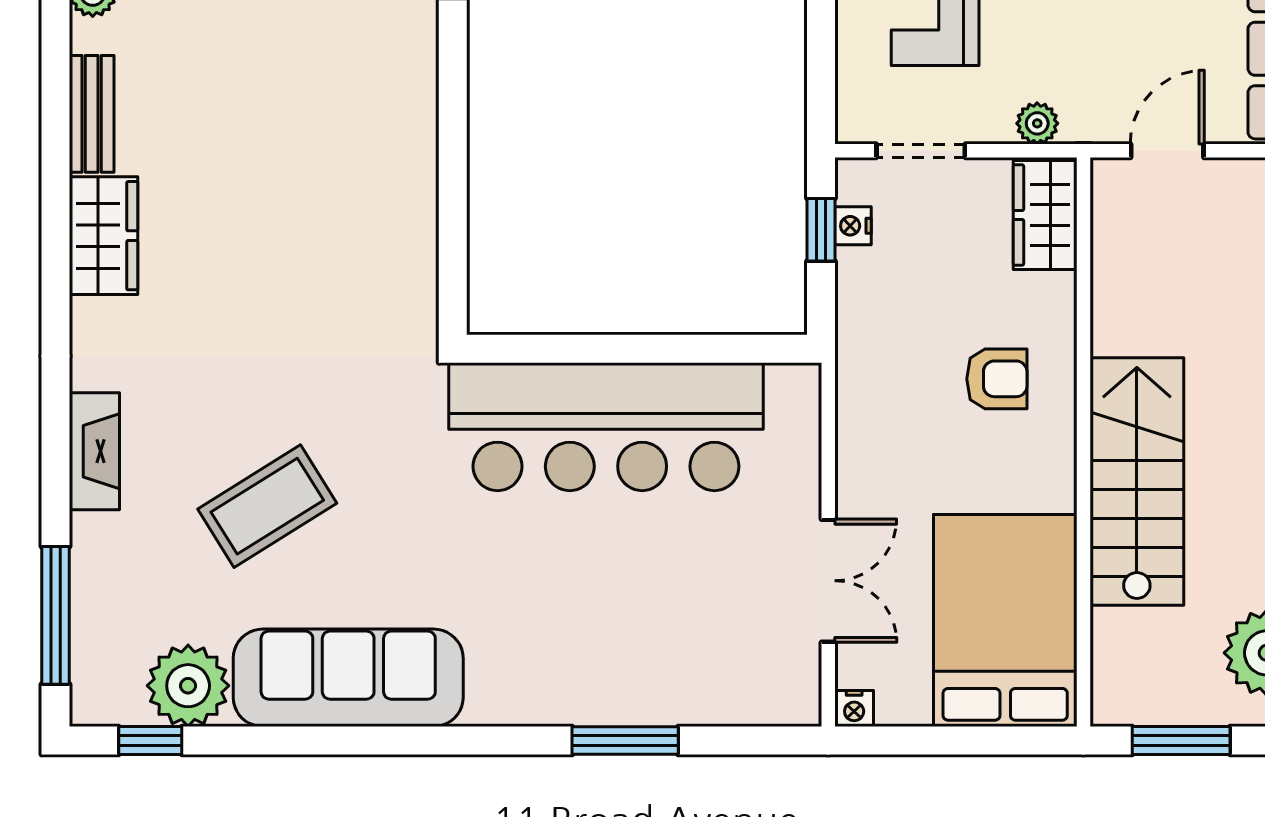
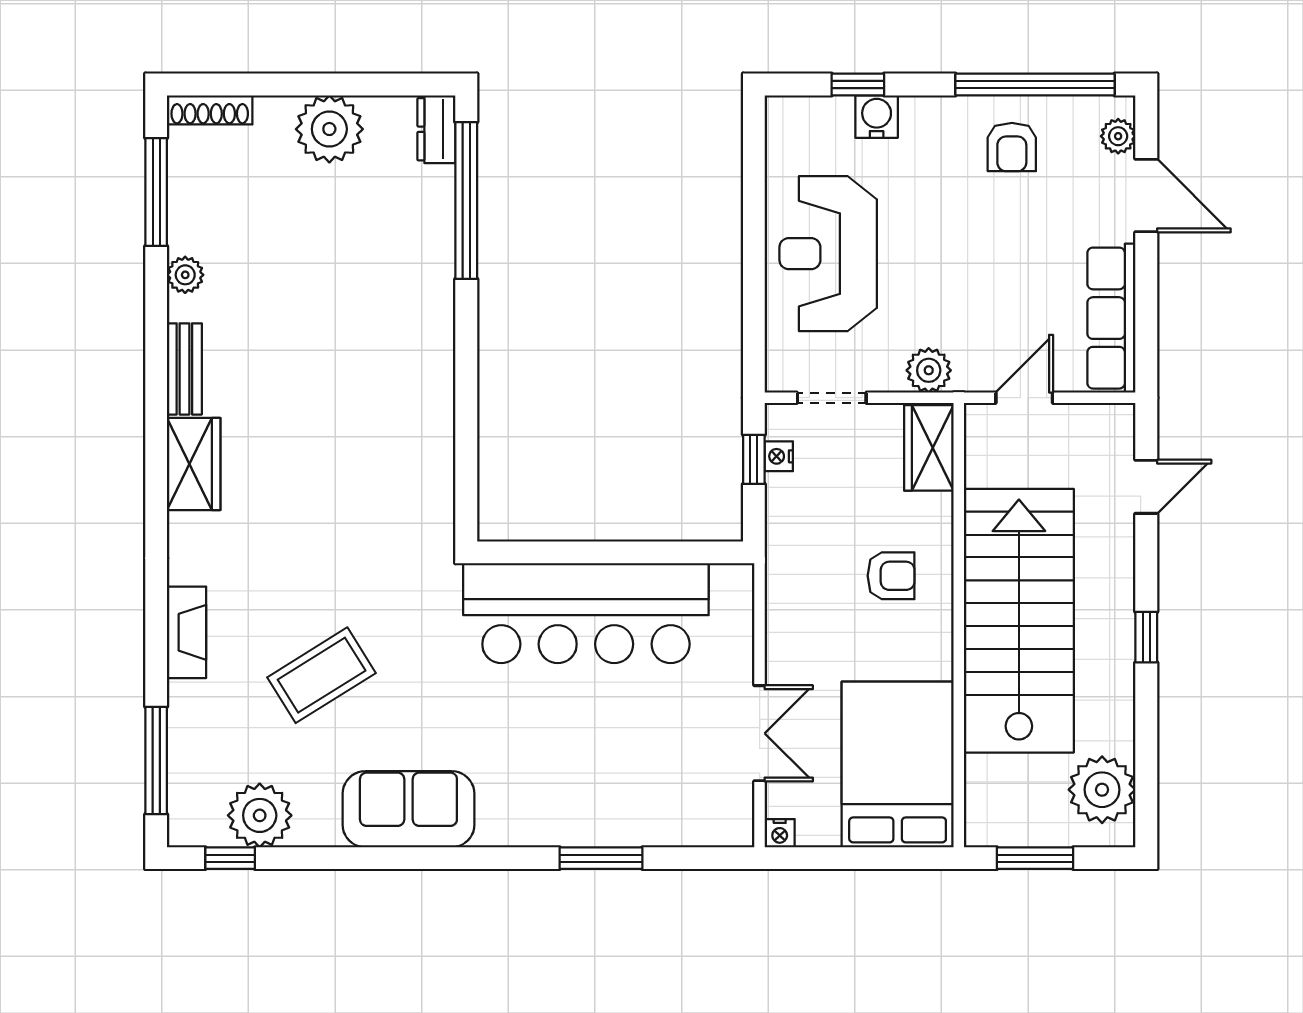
plant: (1037, 123) -> (929, 370), width x1.38, depth x1.38
stairs: (1137, 481) -> (1019, 621), width x1.36, depth x1.51
sofa: (348, 678) -> (408, 809), width x0.73

